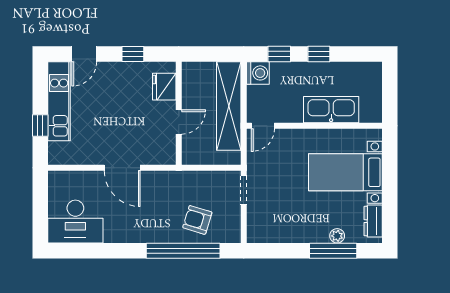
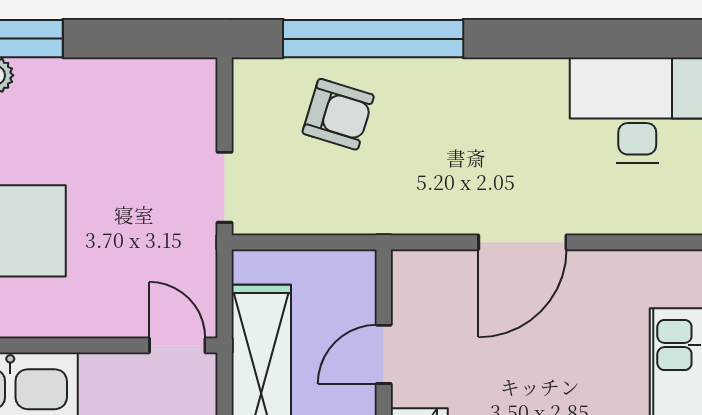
door: (263, 126) -> (177, 345), hinge flipped
door: (122, 168) -> (522, 242), swing flipped

